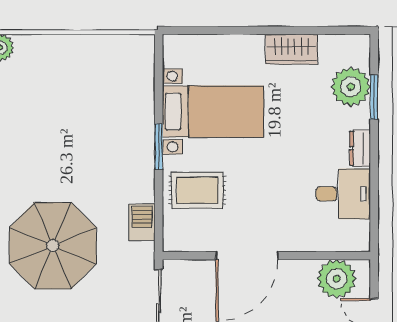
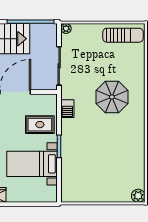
parasol: (53, 246) -> (112, 97), width x0.73, depth x0.73

